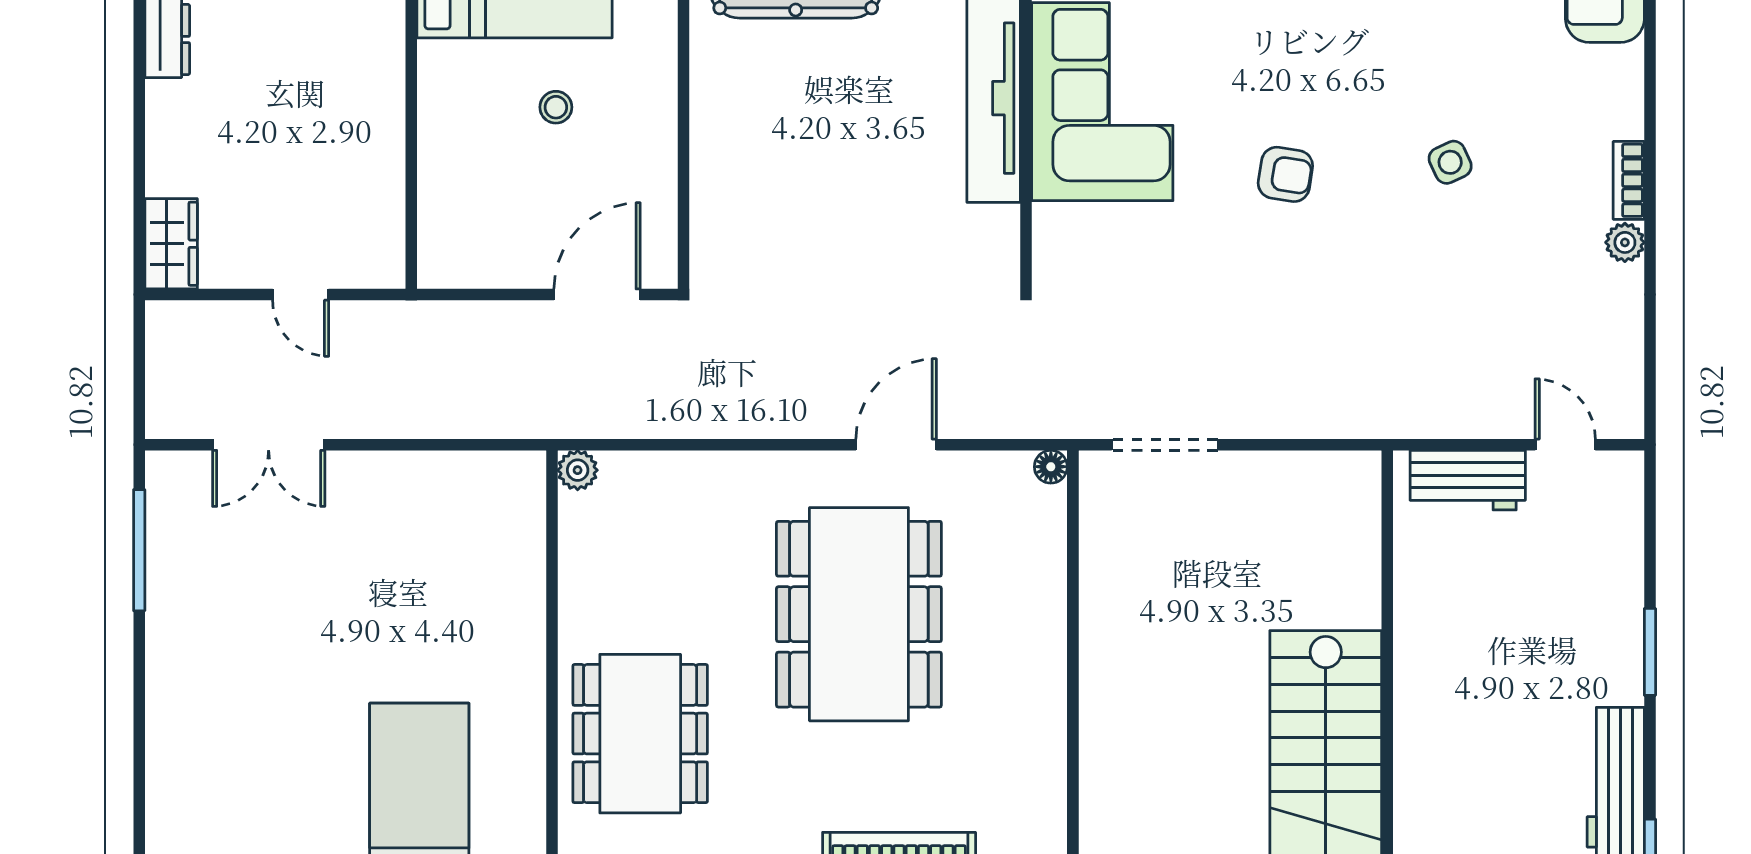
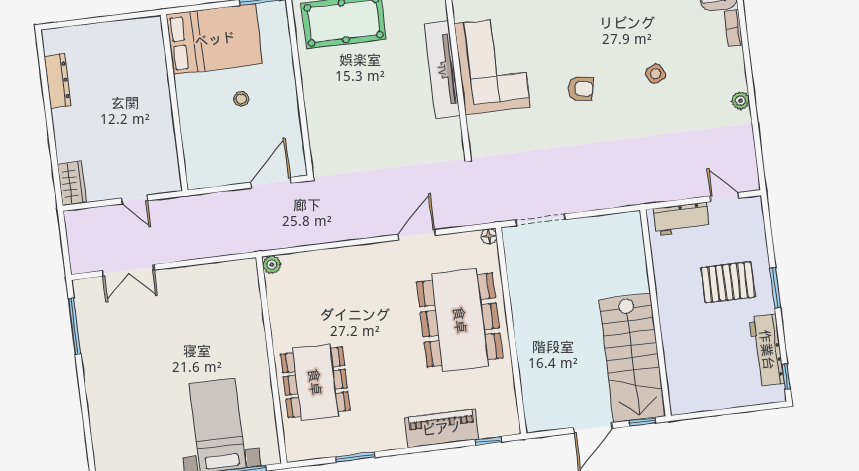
bookcase: (1629, 180) -> (733, 28), moved
dining table: (859, 614) -> (460, 320), moved
pallet: (1550, 628) -> (728, 282), added

